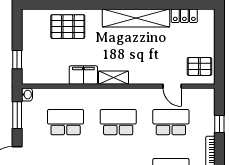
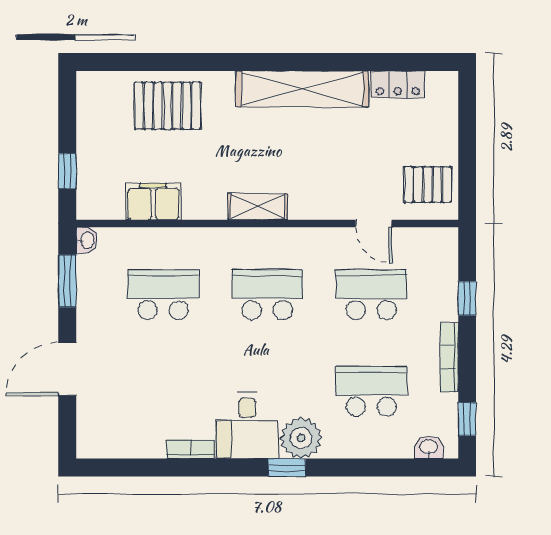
filing cabinet: (83, 75) -> (153, 202), moved

